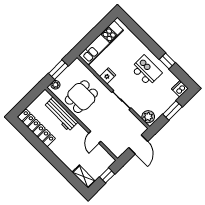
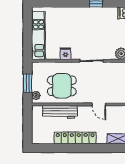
kitchen island: (146, 71) -> (88, 23), removed
dining table: (81, 97) -> (62, 86), turned 90
locker: (36, 128) -> (75, 138), moved

